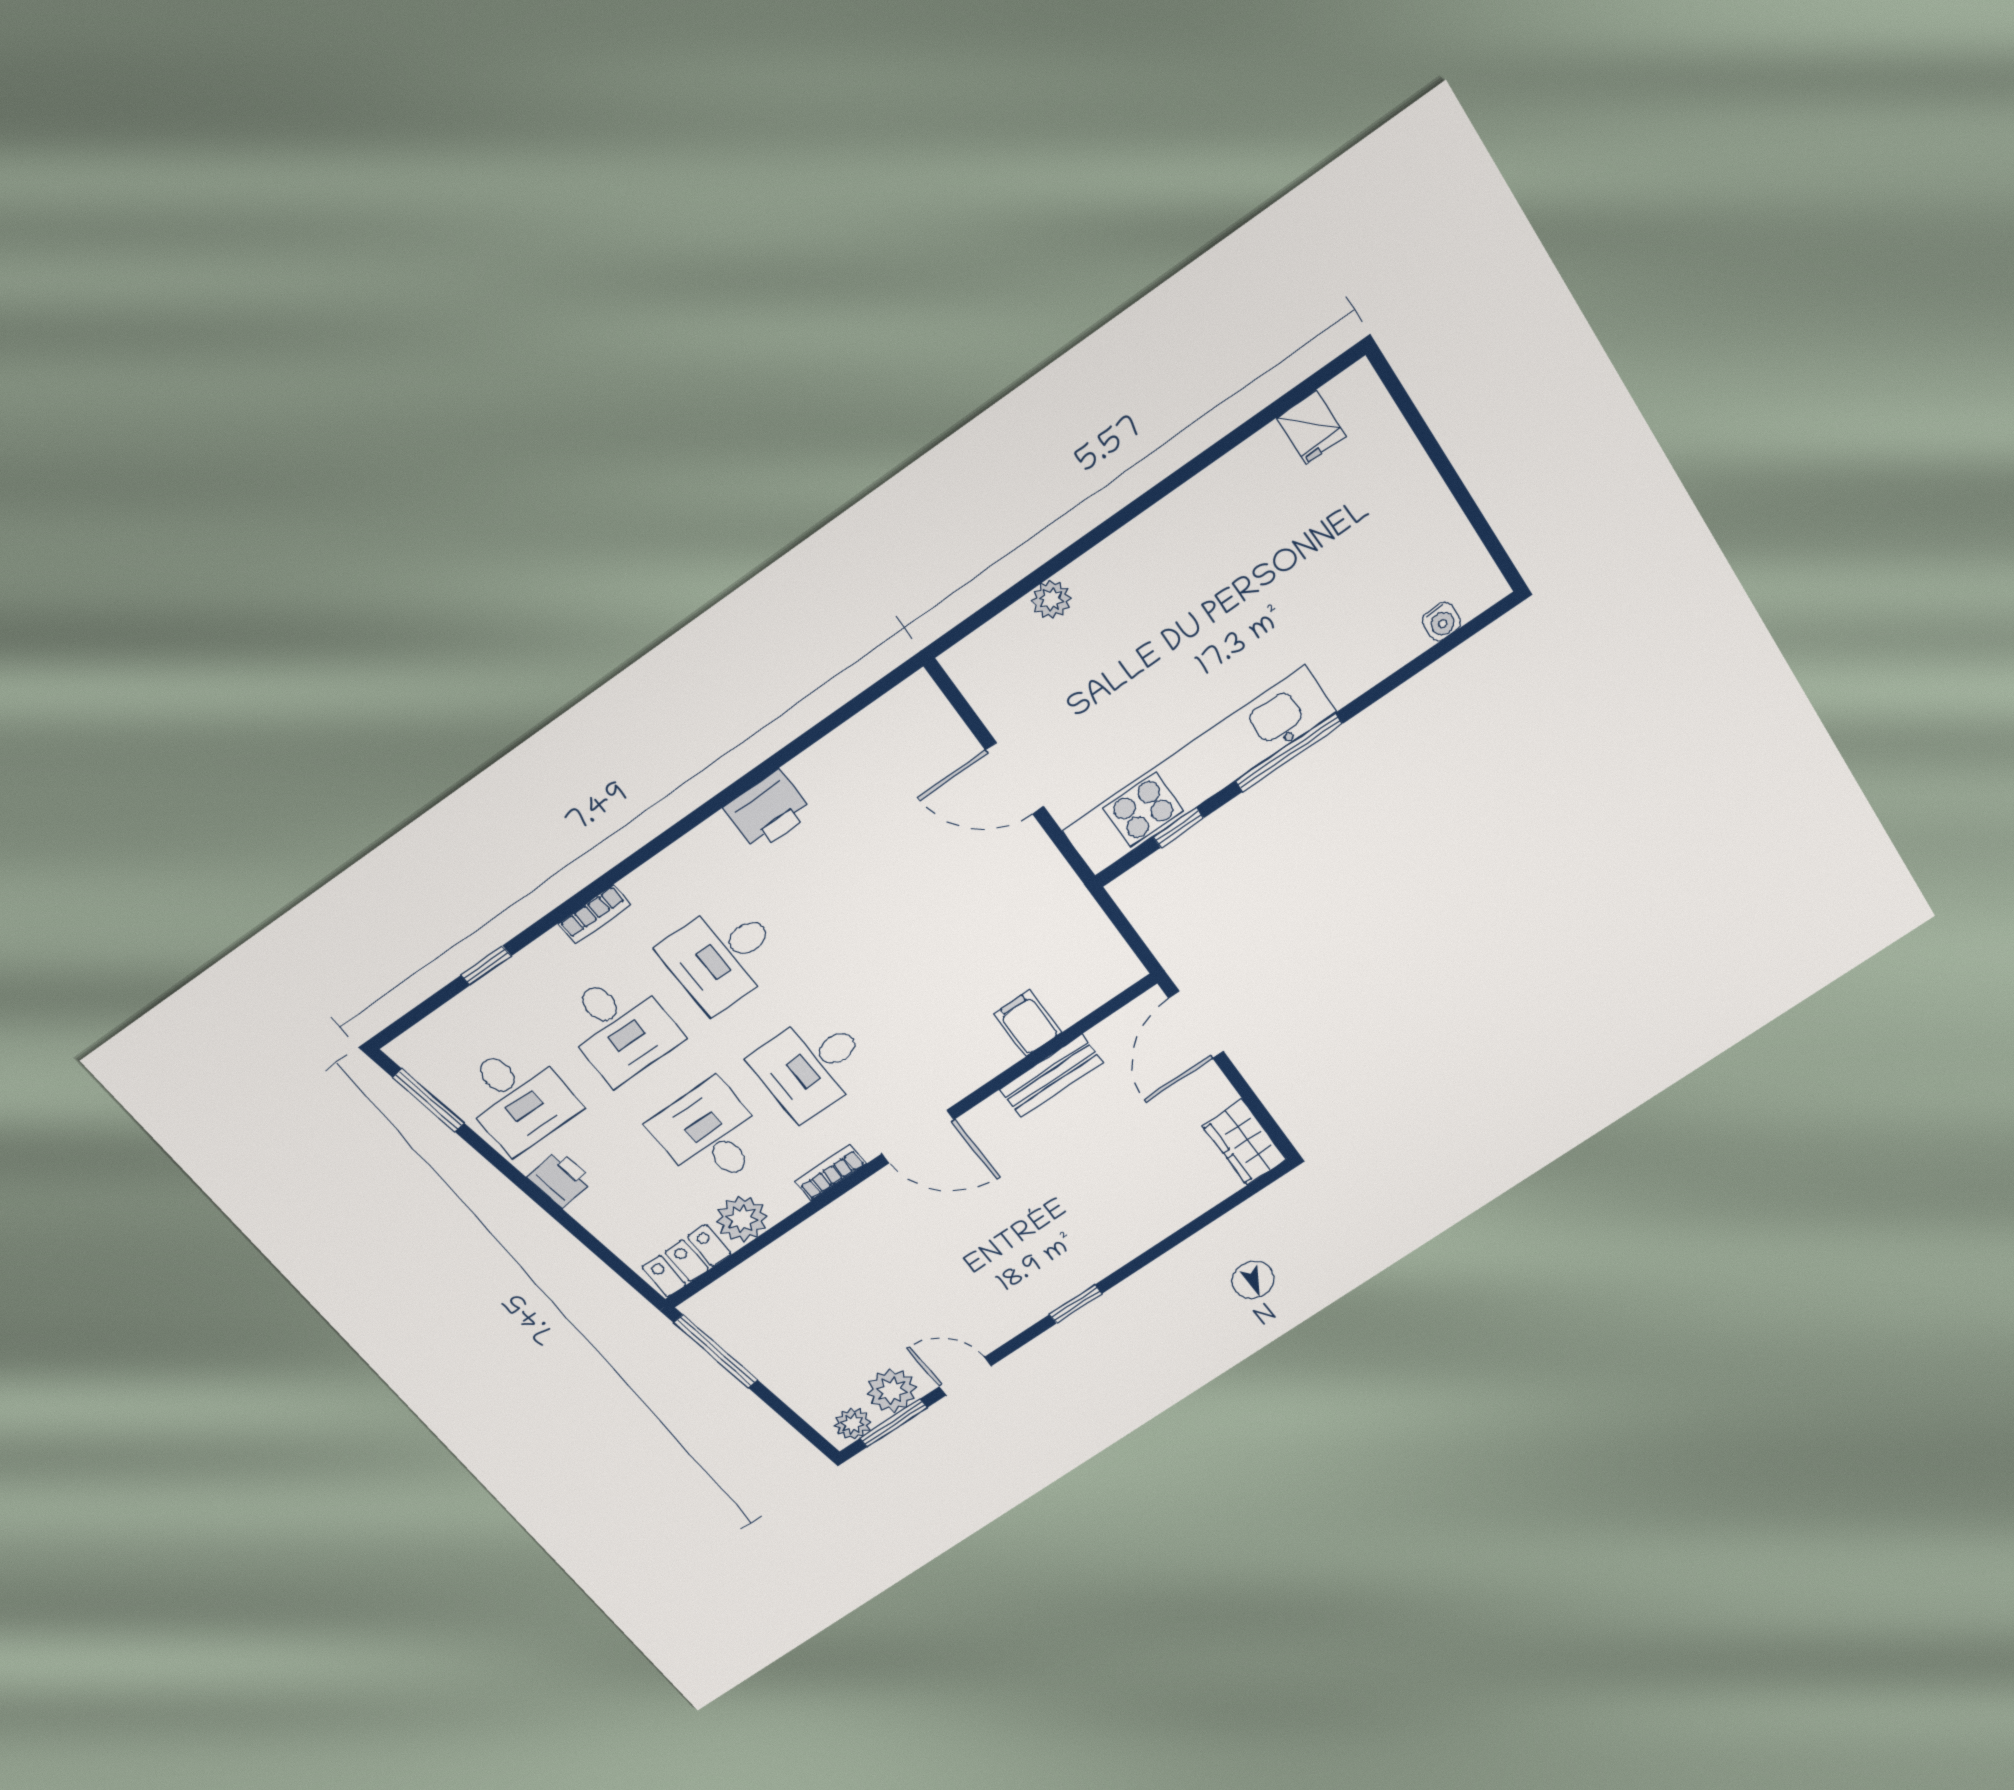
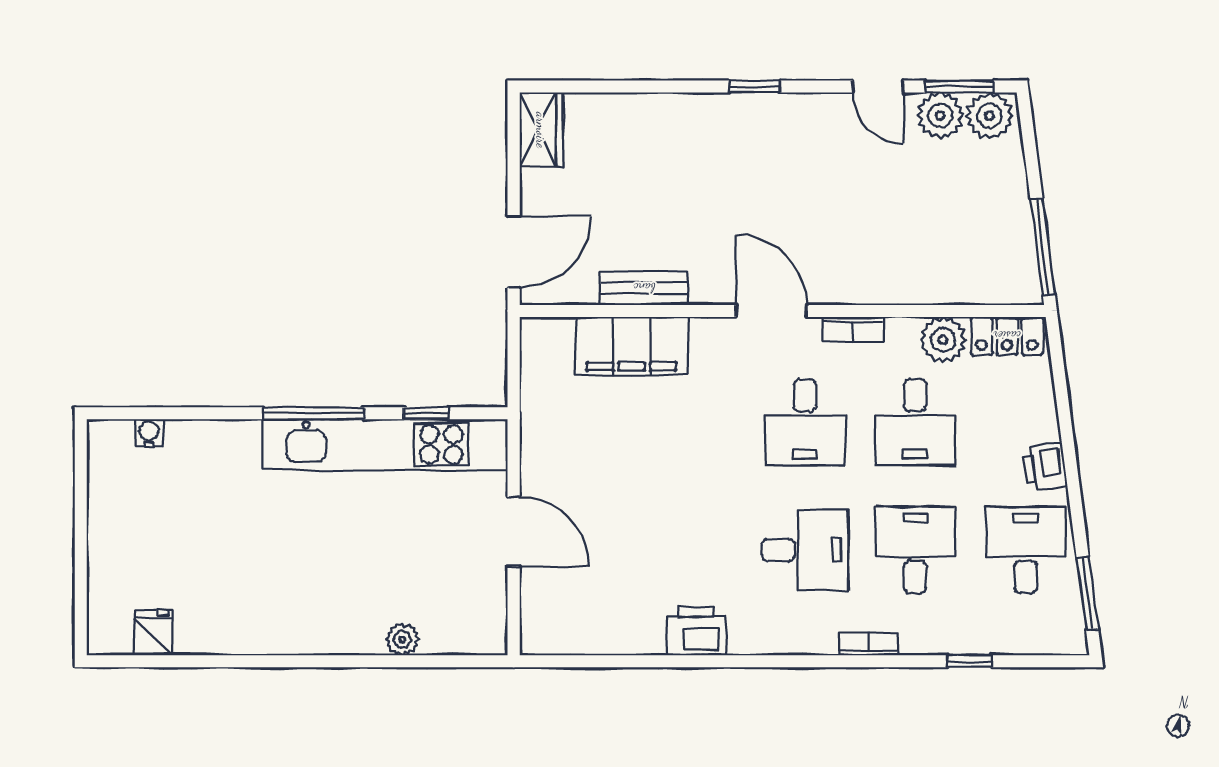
filing cabinet: (1028, 1023) -> (632, 346), width x3.00, depth x1.17
desk: (812, 1065) -> (805, 422), turned 90
plant: (853, 1424) -> (990, 116), width x1.38, depth x1.38

